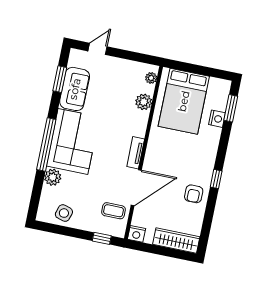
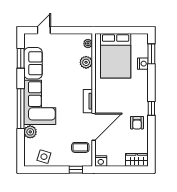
wardrobe: (176, 240) -> (137, 160), width x0.67

